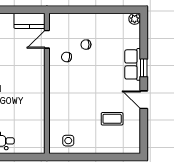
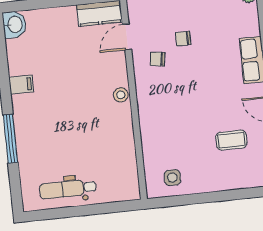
stool: (38, 79) -> (121, 95), added

